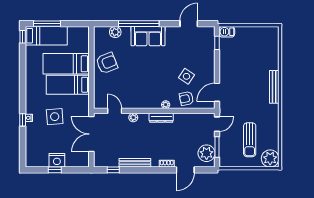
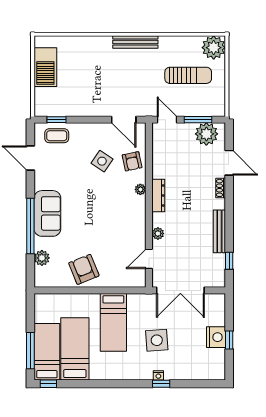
barbecue: (227, 32) -> (45, 67), moved, width x1.88, depth x1.53
coffee table: (205, 43) -> (57, 136), added
bed: (66, 64) -> (75, 349), moved, turned 180
bench: (274, 87) -> (135, 42), moved

